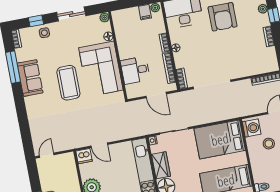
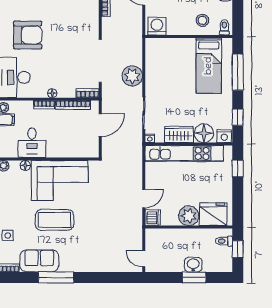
window: (13, 67) -> (56, 277), moved
desk: (135, 70) -> (32, 143), moved
sofa: (30, 78) -> (39, 261), moved
coffee table: (68, 83) -> (54, 220), moved
plant: (204, 115) -> (132, 76), added
bed: (220, 139) -> (163, 64), removed
stool: (269, 144) -> (202, 20), moved

